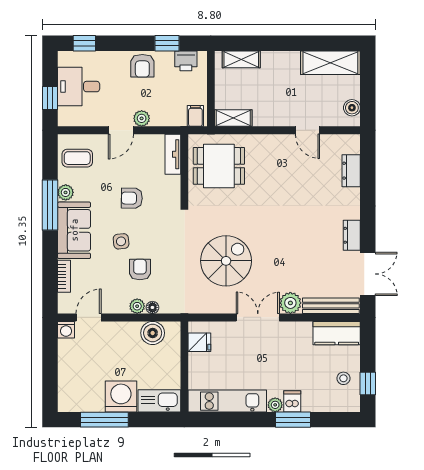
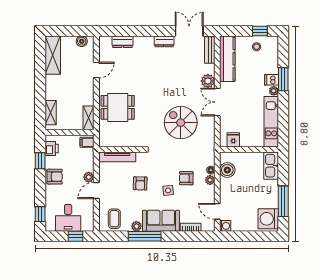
door: (121, 130) -> (96, 191), swing flipped
tv unit: (173, 154) -> (117, 157), width x1.41
dining table: (219, 166) -> (118, 107), moved, turned 90
bench: (331, 306) -> (210, 50), width x0.73
kitchen counter: (337, 333) -> (227, 59), width x1.50
washing machine: (121, 396) -> (268, 219), moved

